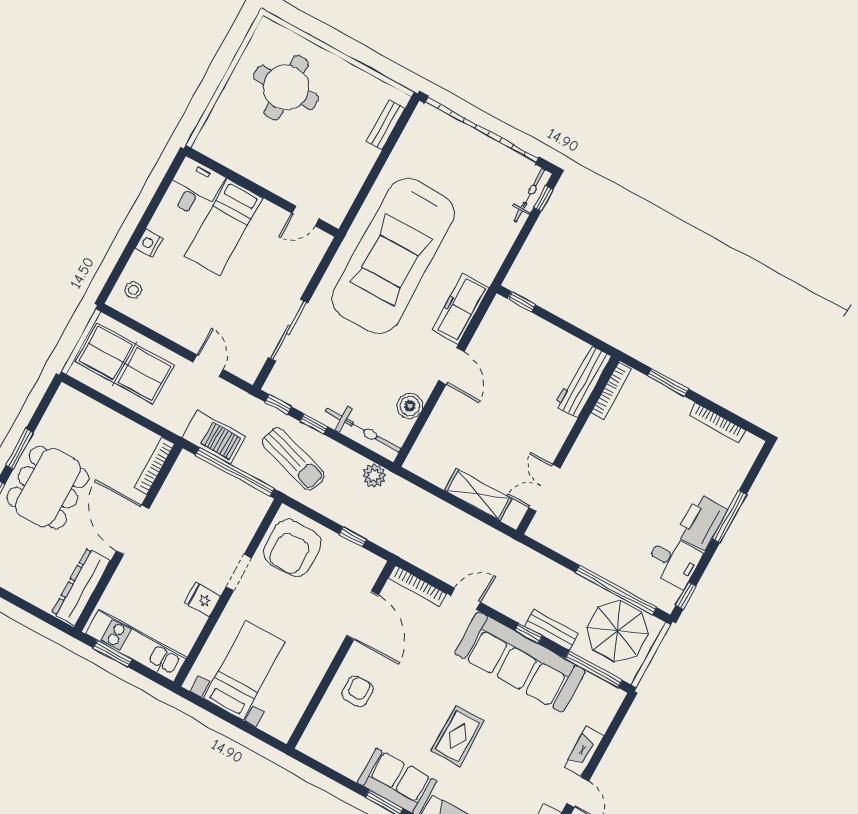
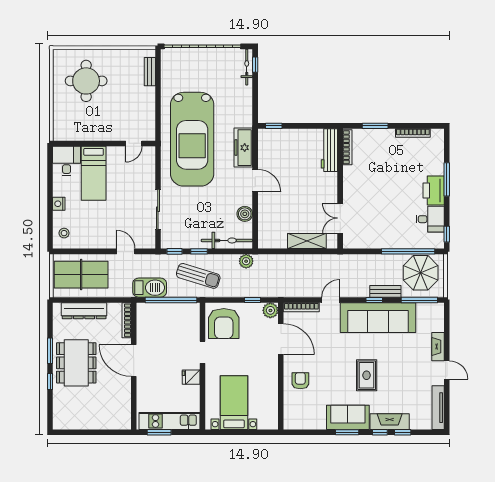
plant: (370, 566) -> (270, 310), added
dresser: (81, 587) -> (84, 311), moved, turned -90

